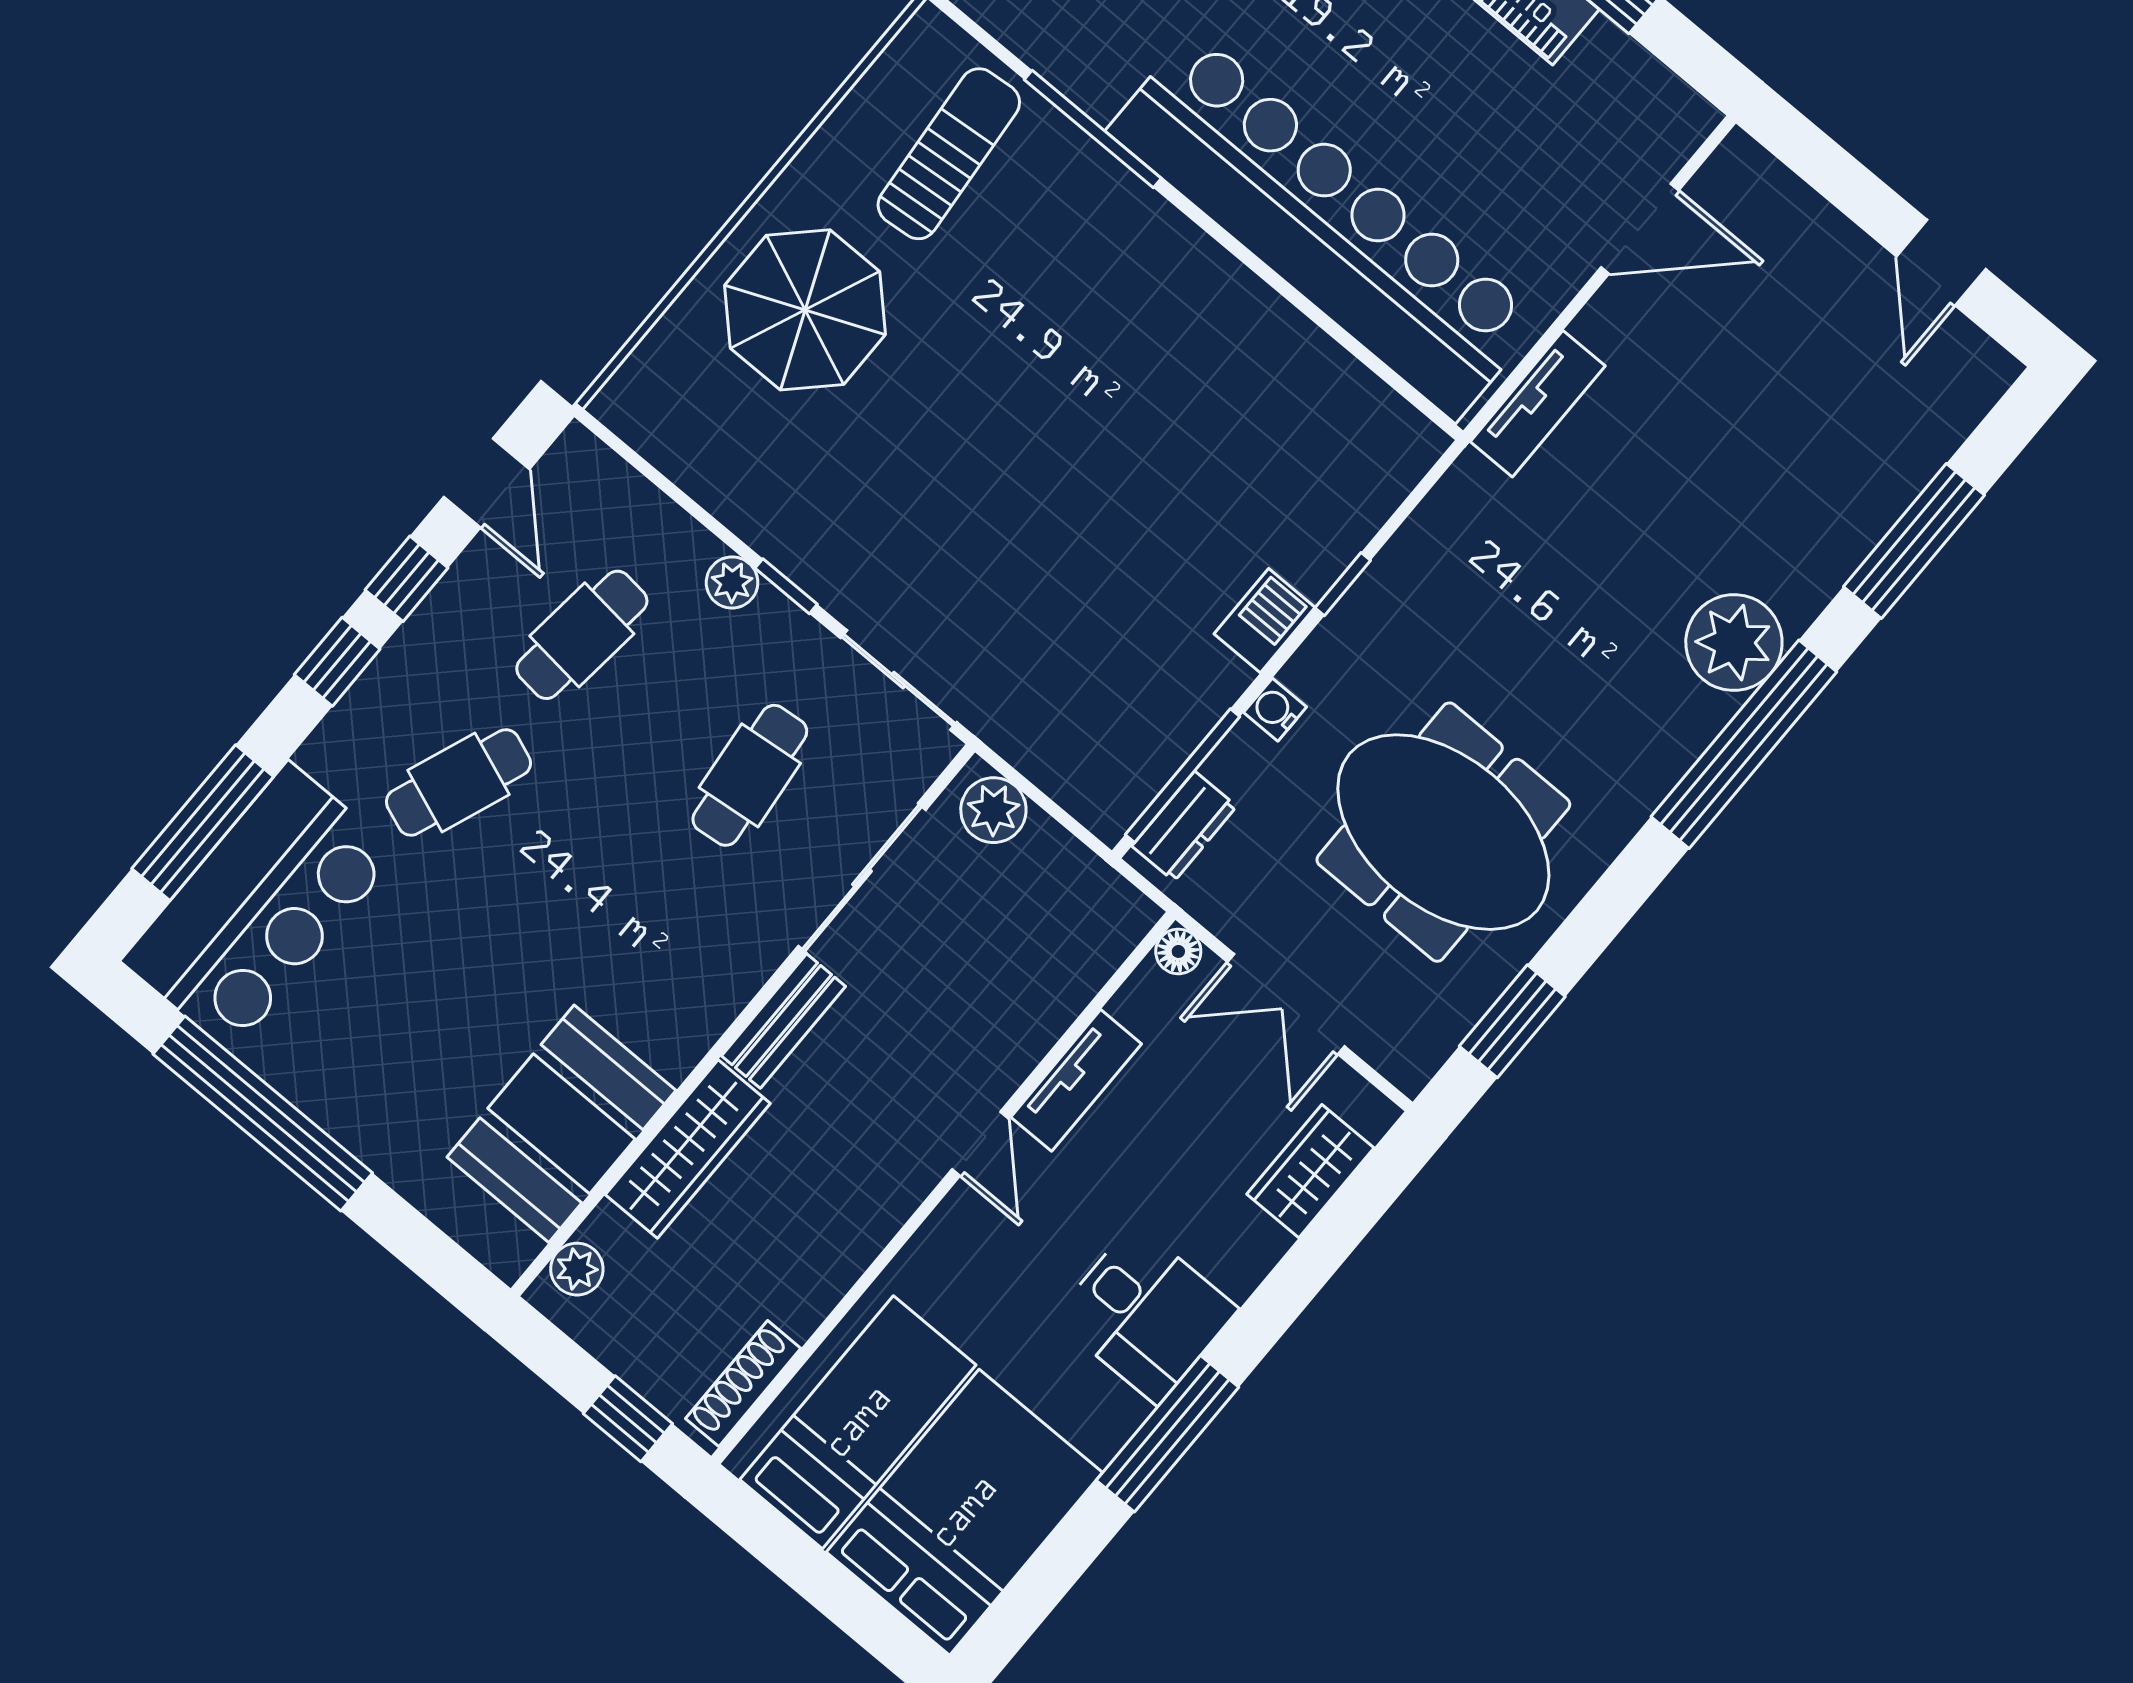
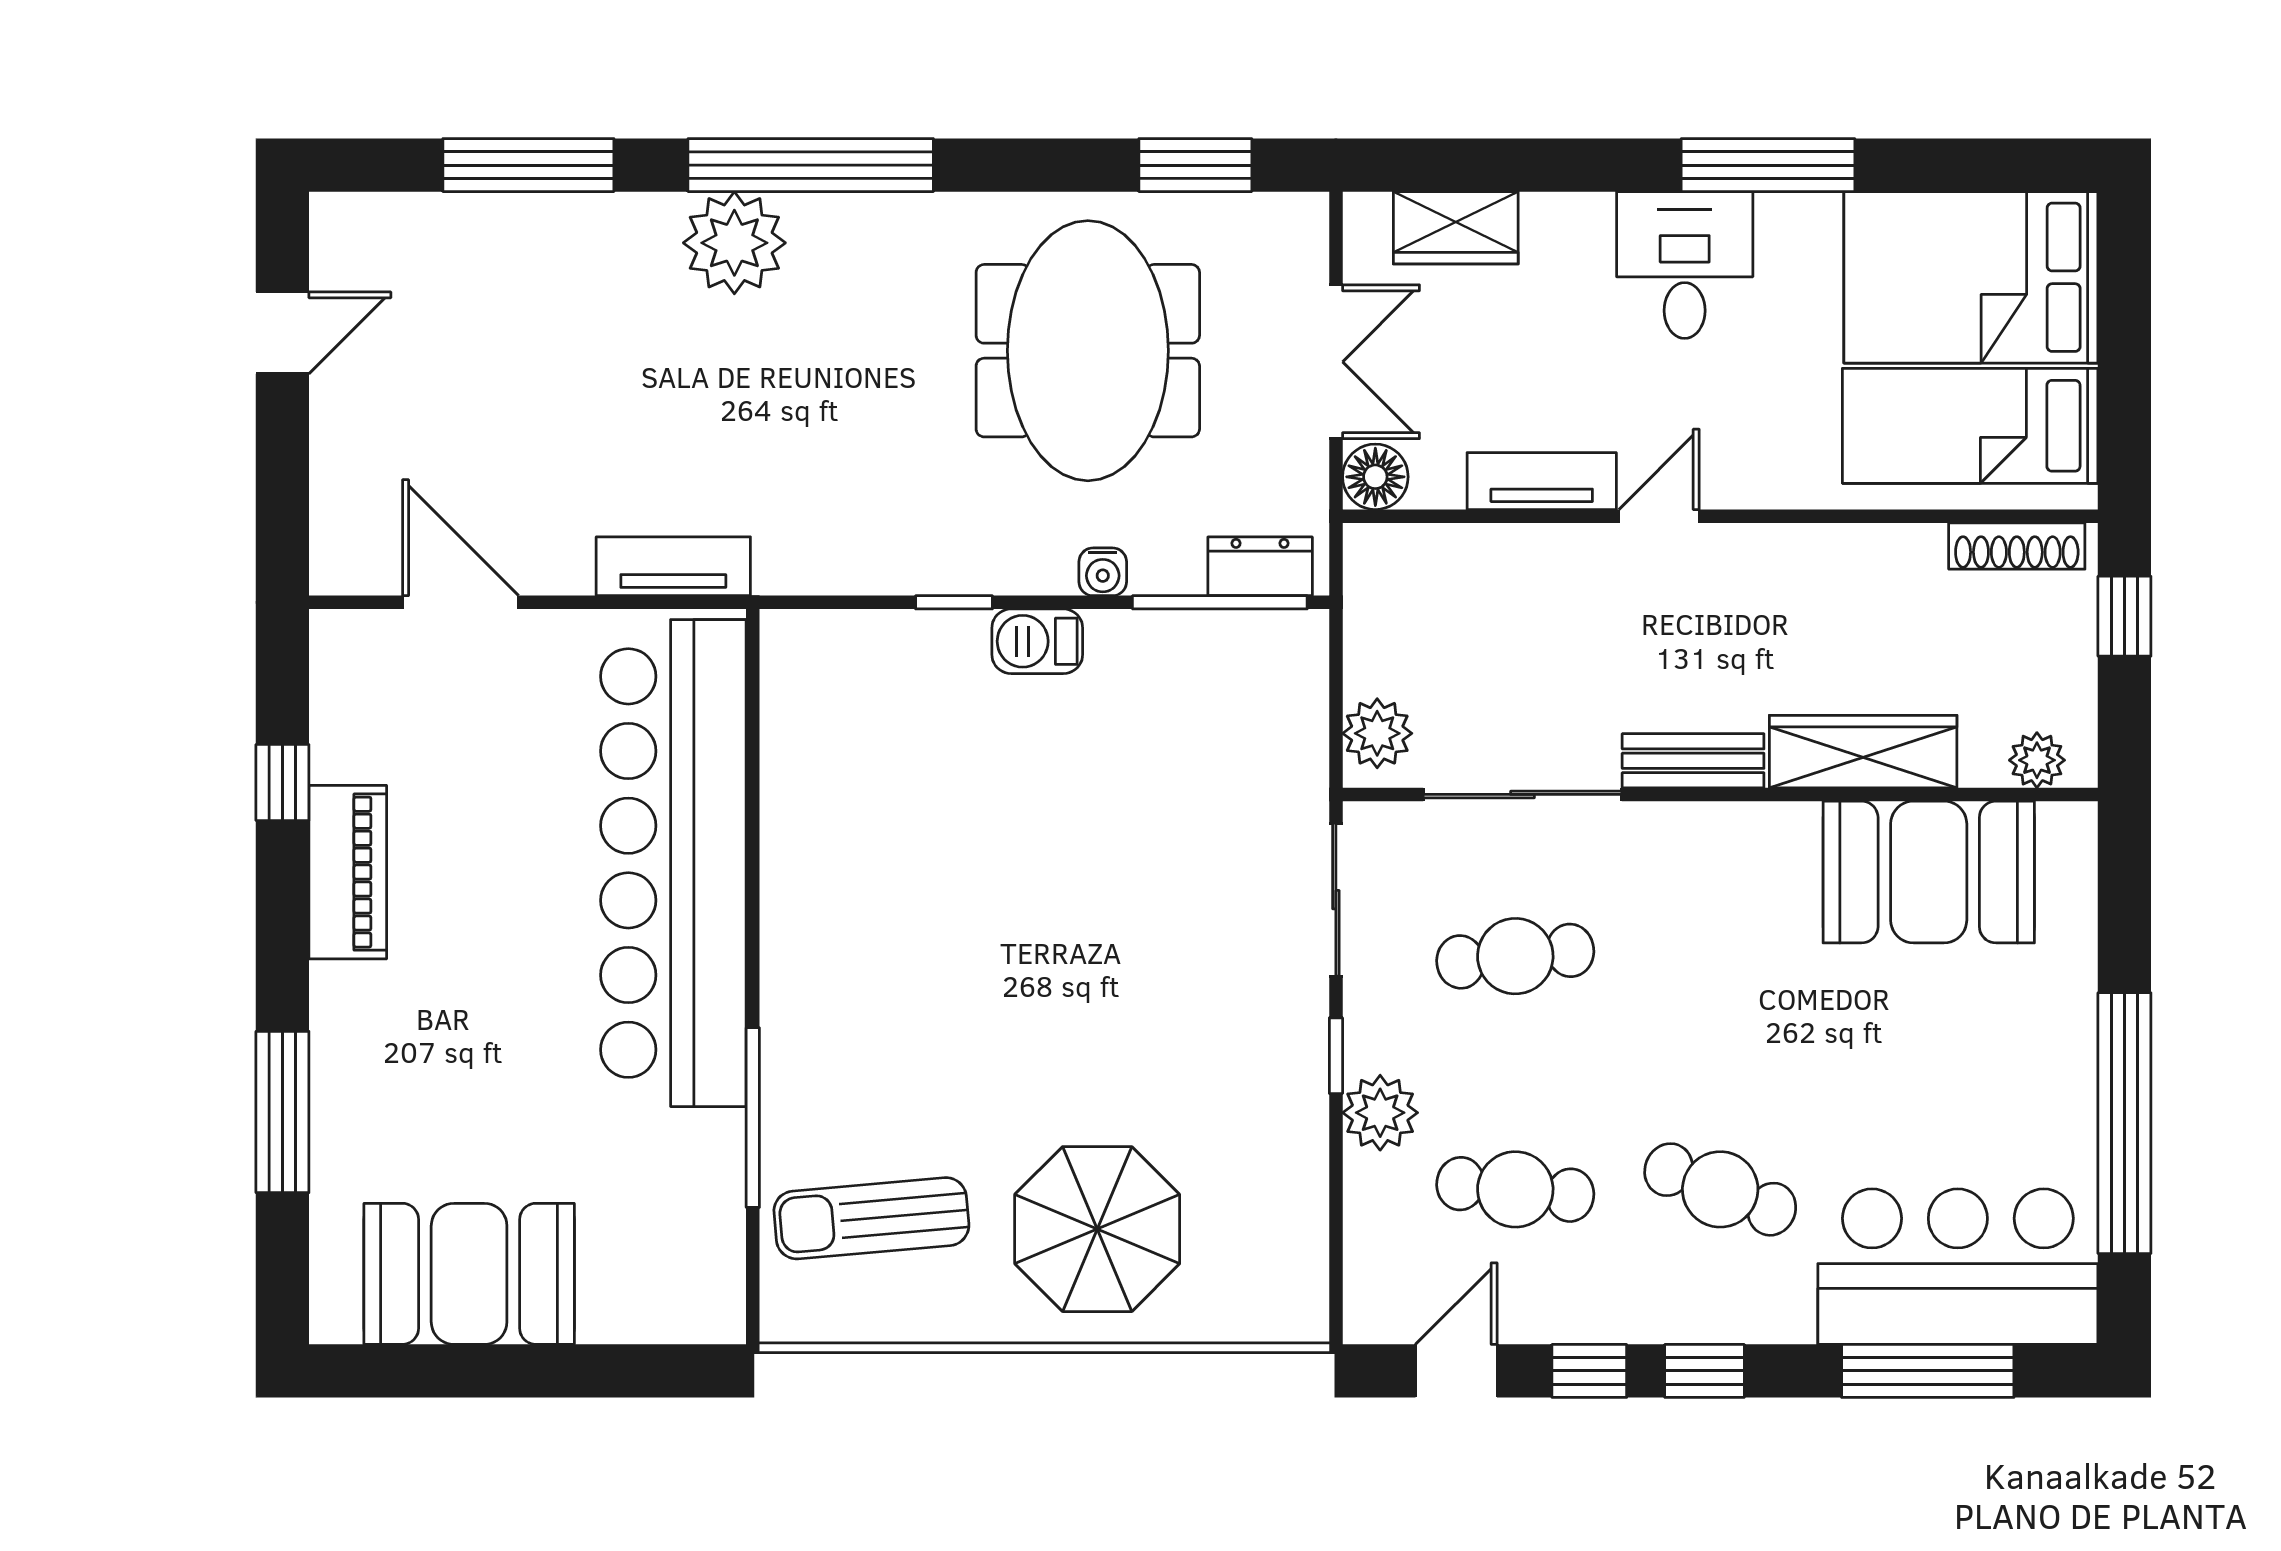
plant: (732, 582) -> (1380, 1113), width x1.38, depth x1.38
floor lamp: (1178, 951) -> (1375, 477), width x1.37, depth x1.37

